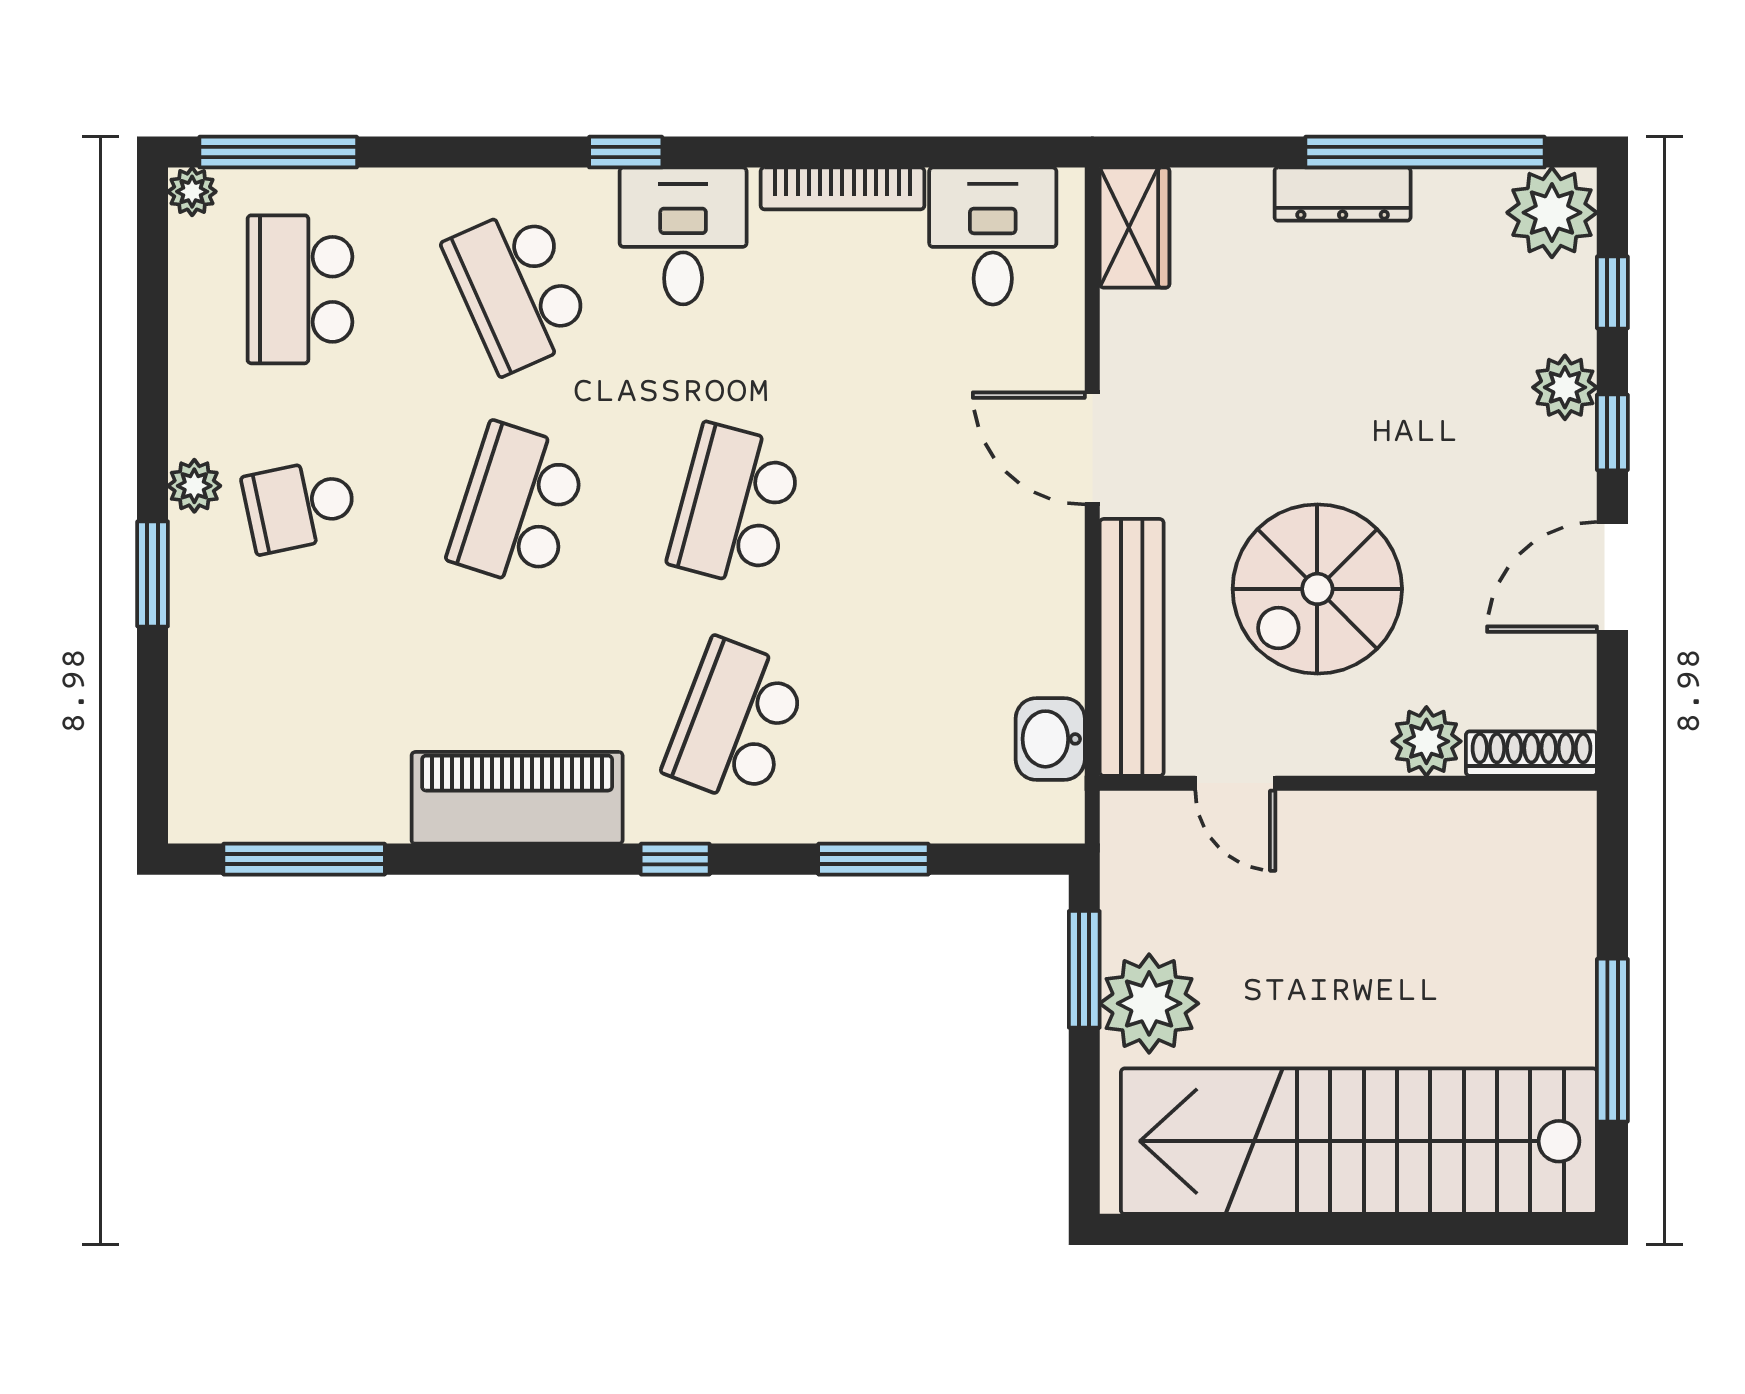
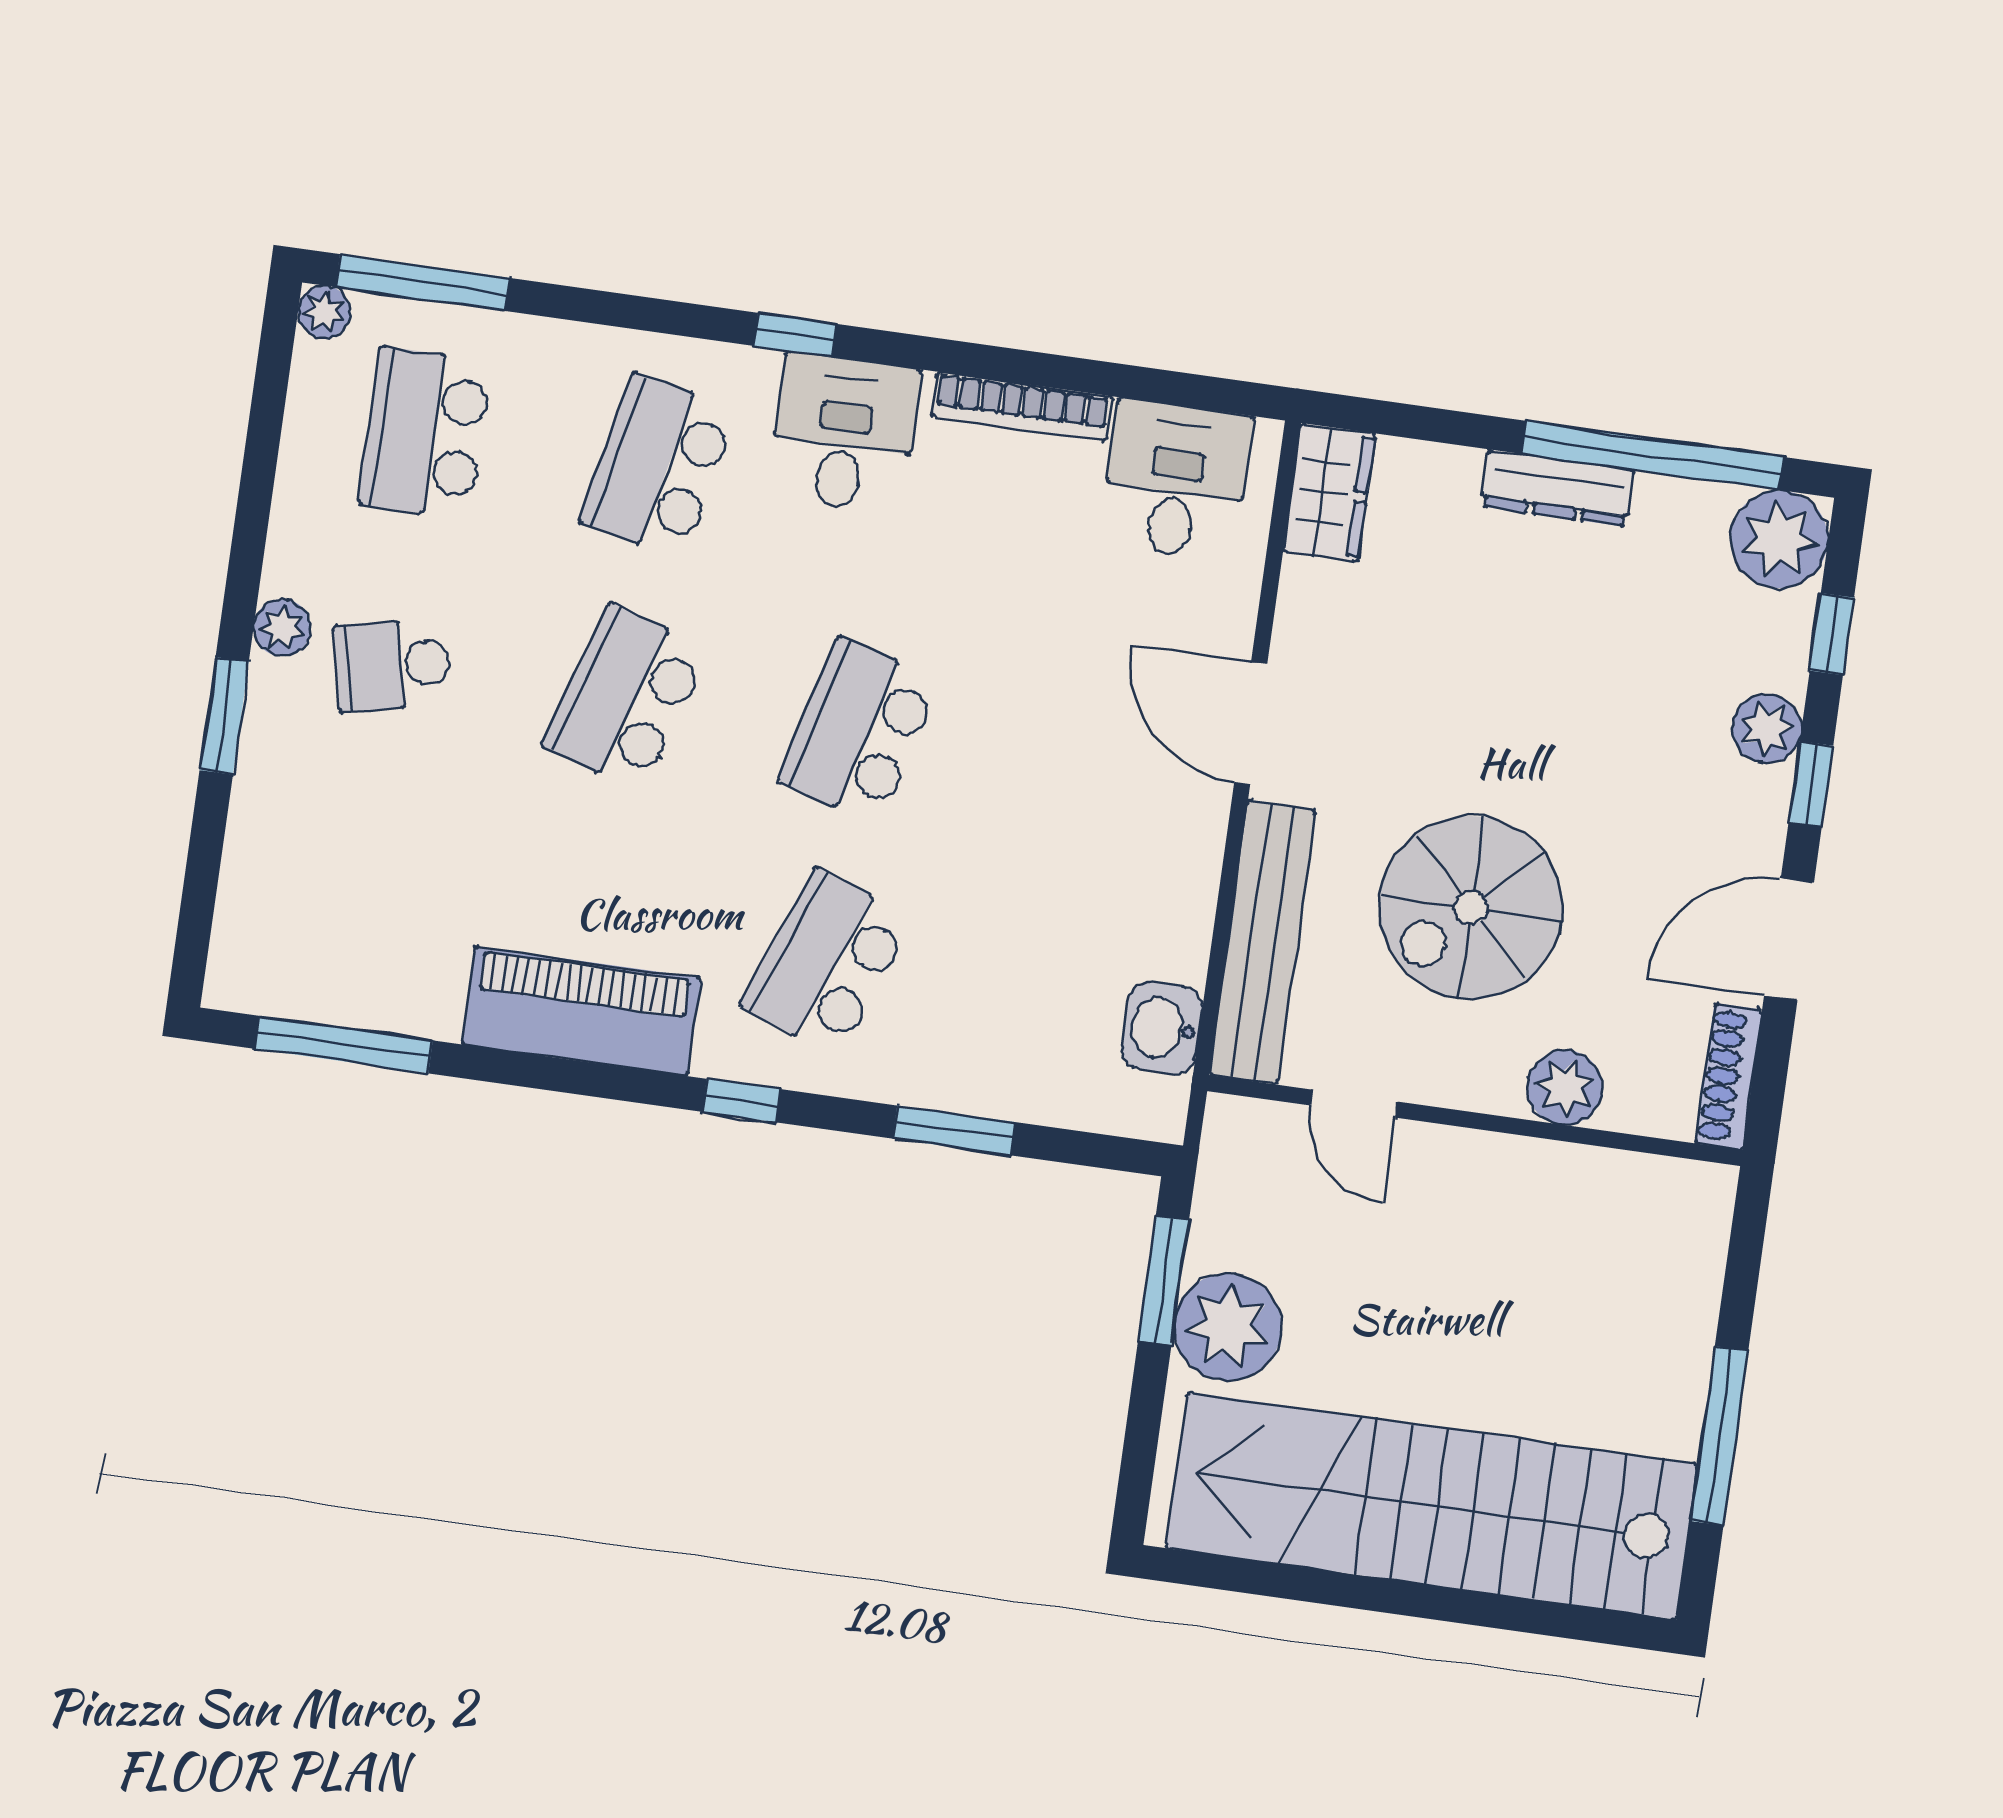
school desk: (518, 289) -> (658, 466), turned 36
shoe rack: (1531, 754) -> (1728, 1076), moved, turned -90

